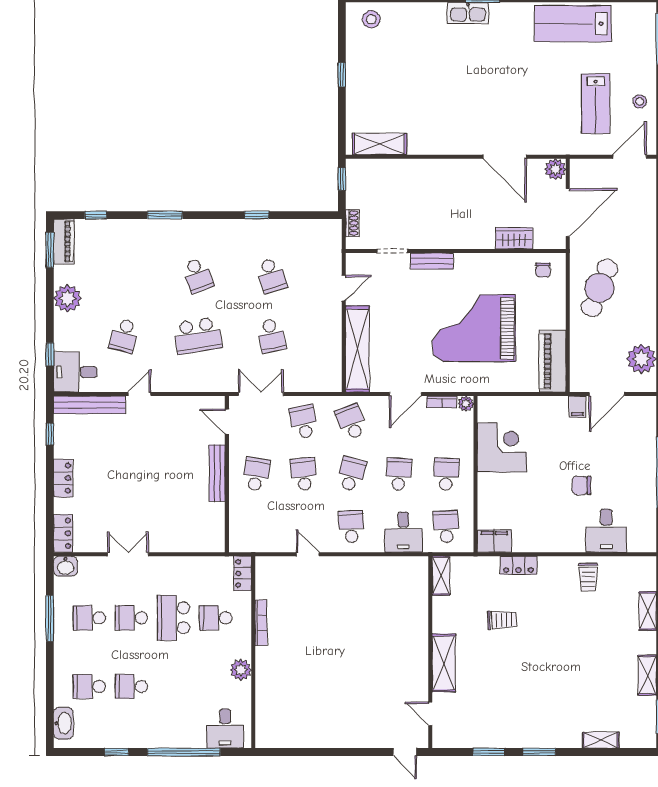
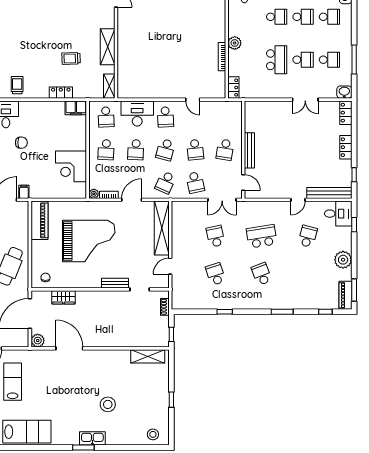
stool: (443, 67) -> (108, 404), added
school desk: (351, 422) -> (165, 182), turned 45
desk: (403, 532) -> (137, 113), width x1.37
school desk: (216, 618) -> (277, 17), moved
shelving: (444, 663) -> (108, 47), moved
plant: (241, 670) -> (235, 43), moved

